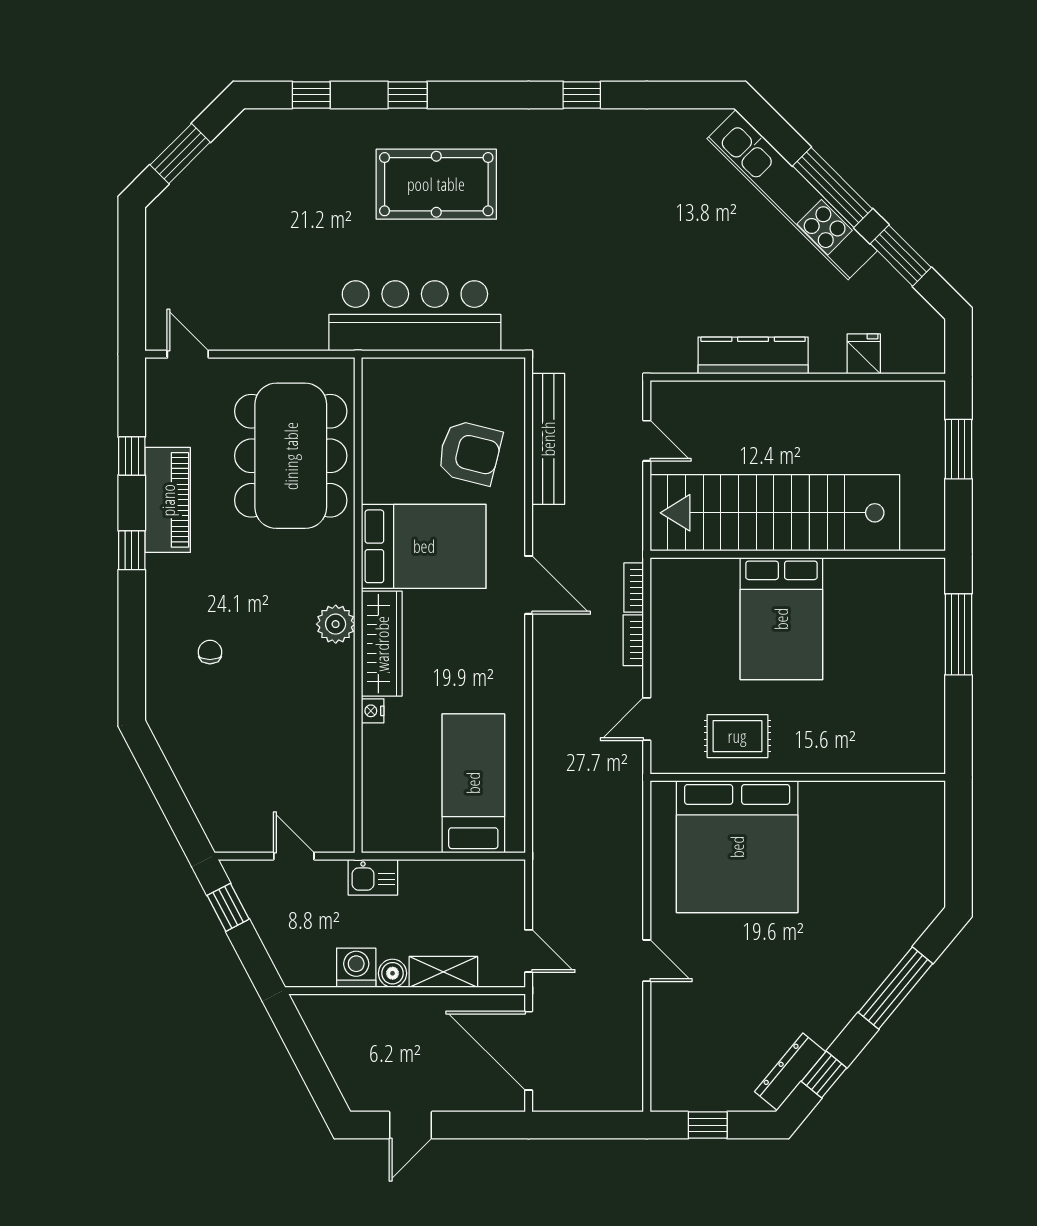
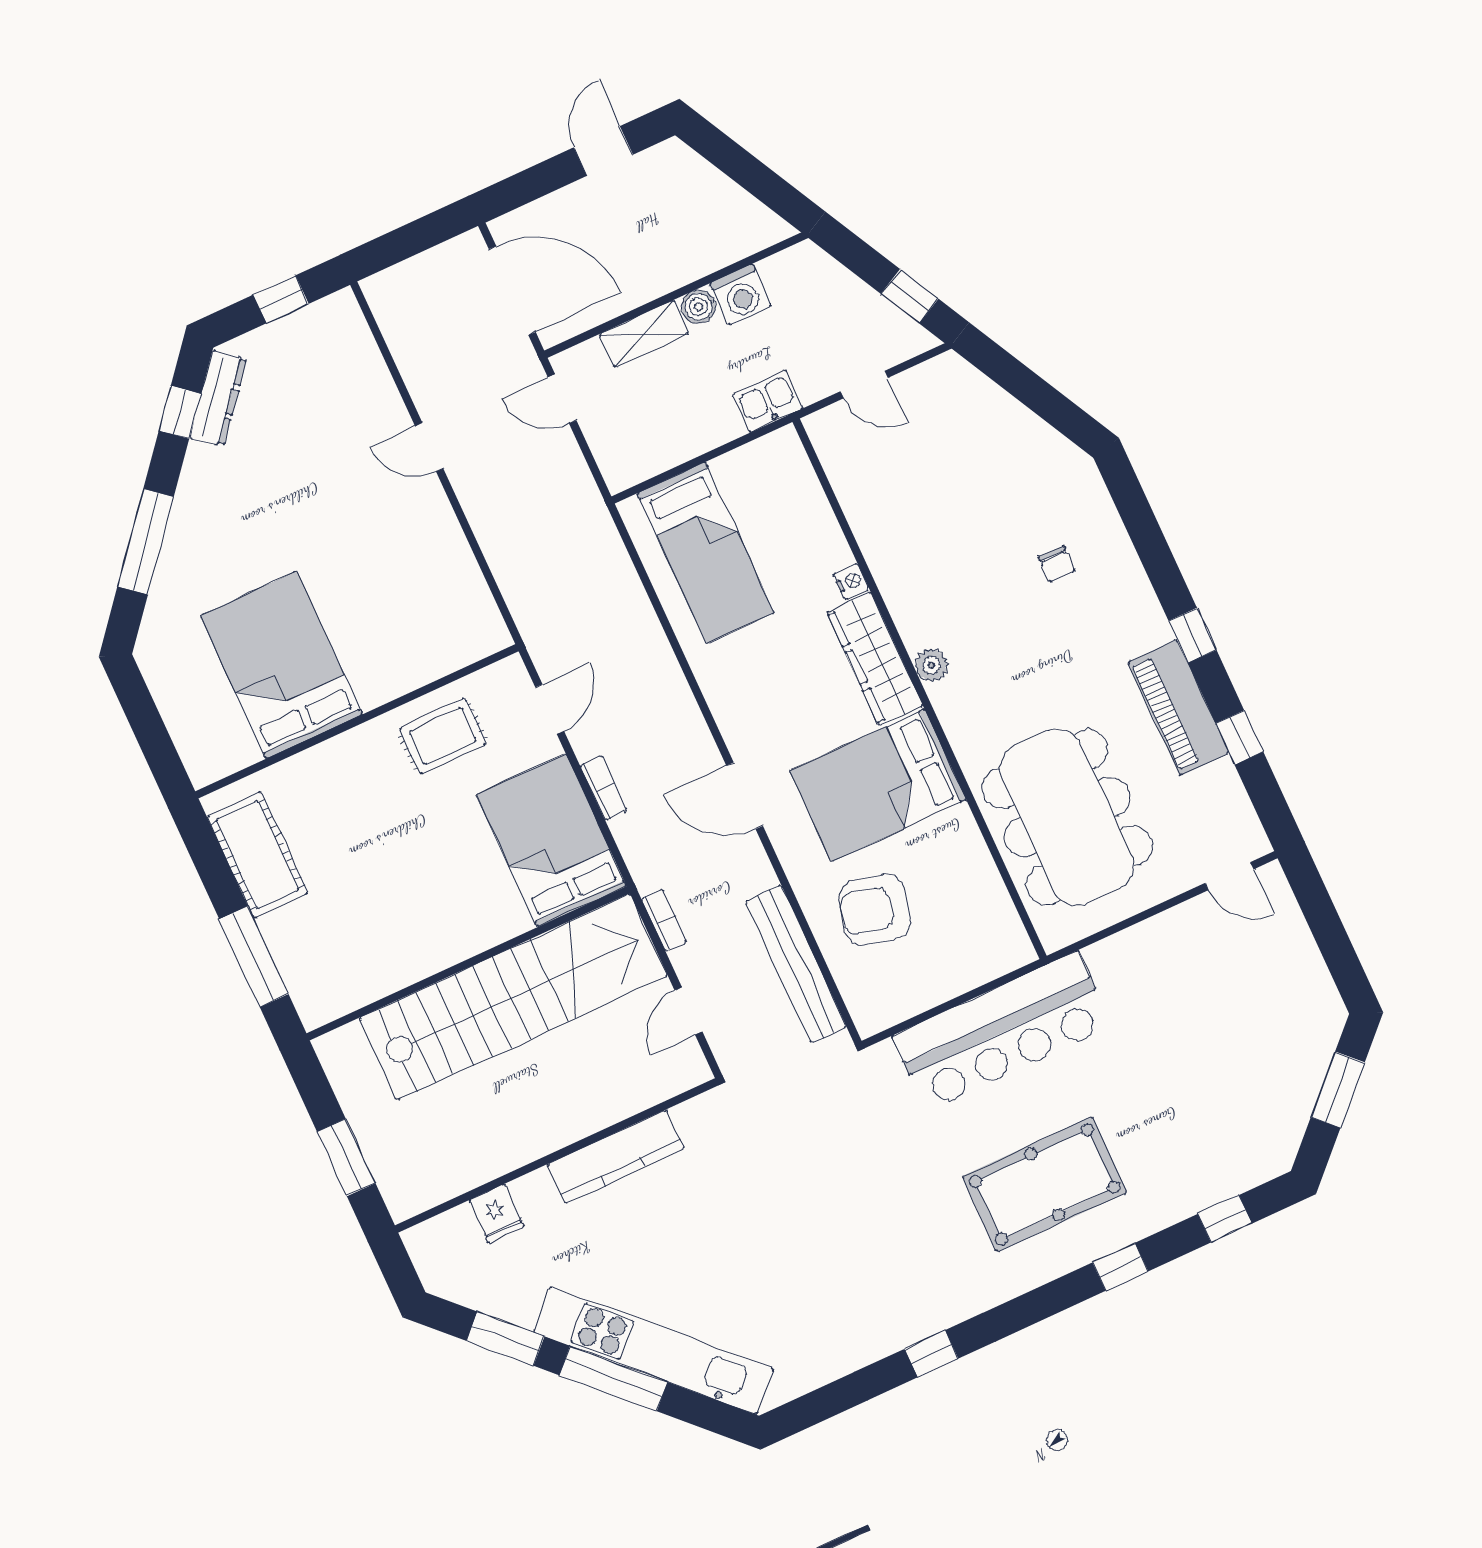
door: (647, 441) -> (688, 1011), hinge flipped
bookcase: (634, 588) -> (664, 920), moved
bed: (781, 619) -> (551, 840), moved
plant: (336, 624) -> (931, 665), width x0.73, depth x0.73
cot: (920, 711) -> (257, 855), added
bed: (737, 847) -> (281, 665), moved, width x0.73

